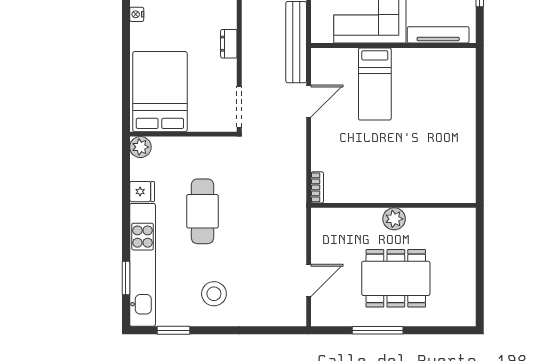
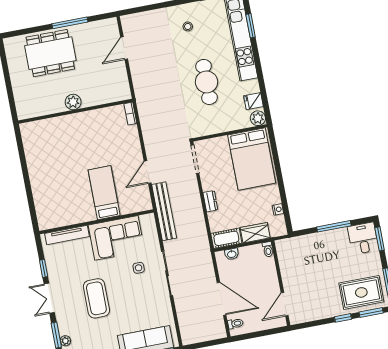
fridge: (142, 192) -> (253, 101), moved
dining table: (396, 278) -> (50, 53), moved
stool: (214, 294) -> (188, 26), width x0.53, depth x0.53

